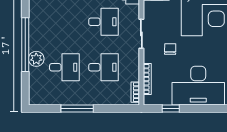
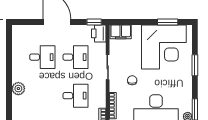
window: (25, 45) -> (9, 76), removed
desk: (64, 67) -> (42, 57), moved

